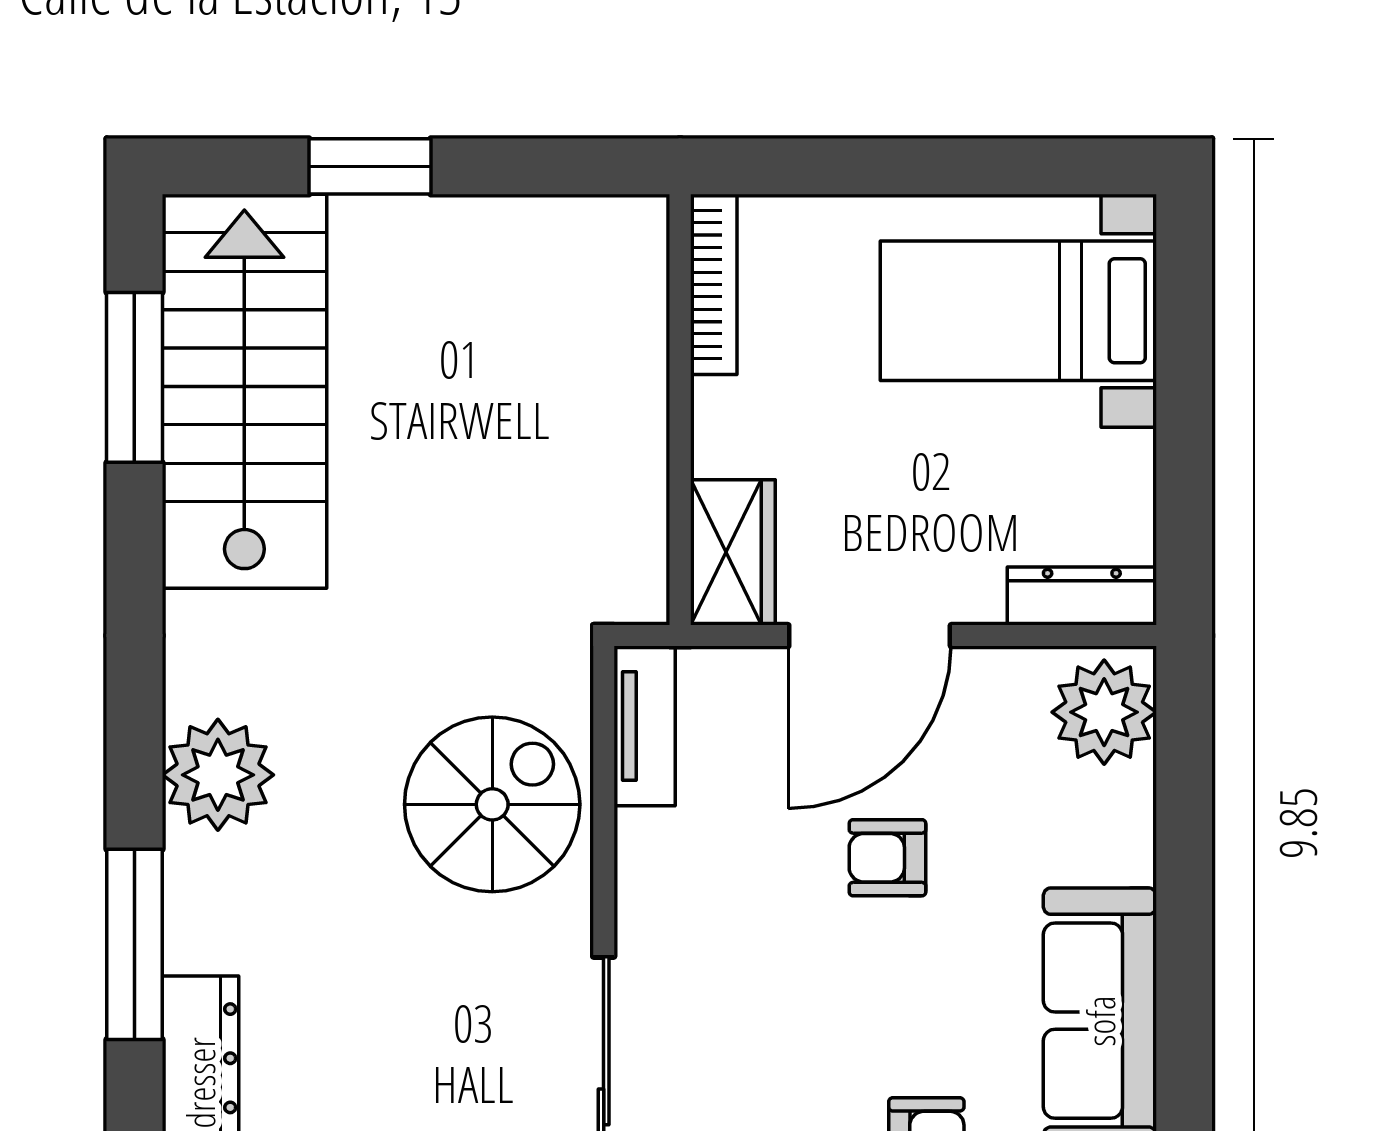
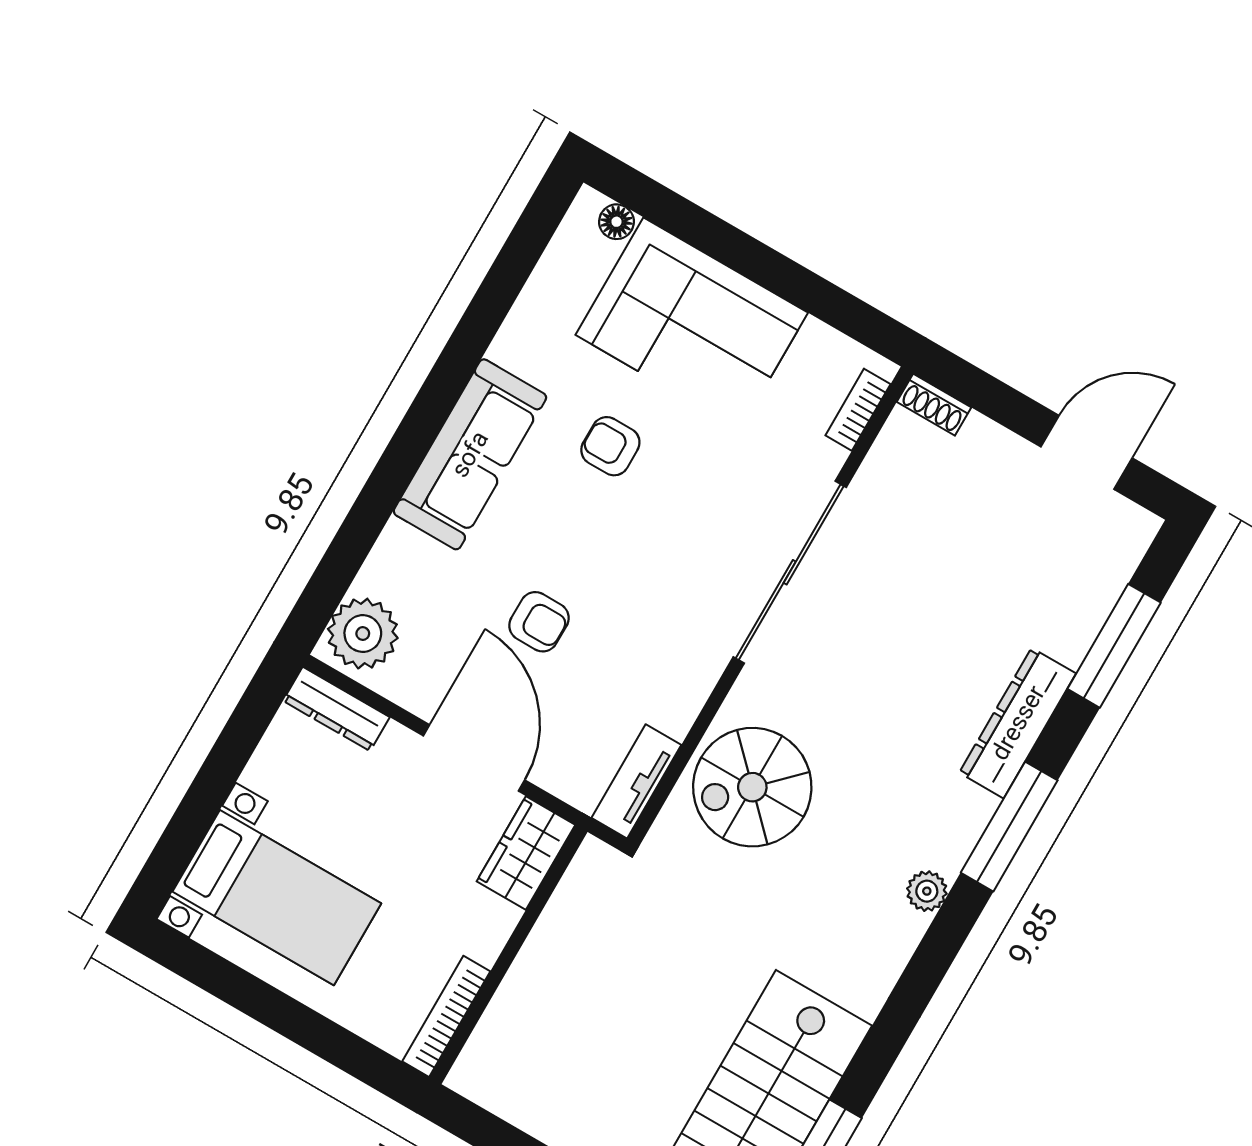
door: (870, 636) -> (474, 758), hinge flipped
plant: (218, 775) -> (927, 891), width x0.53, depth x0.53

